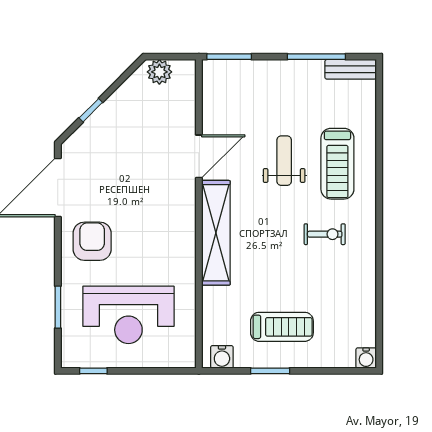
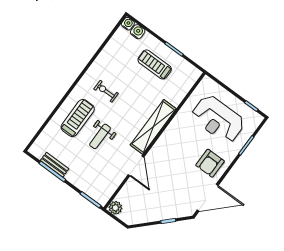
bench: (351, 69) -> (55, 165), moved
plant: (159, 72) -> (115, 208), moved
door: (199, 156) -> (136, 166), swing flipped
reception desk: (128, 315) -> (218, 119), turned 180
water cooler: (222, 357) -> (138, 32), moved

